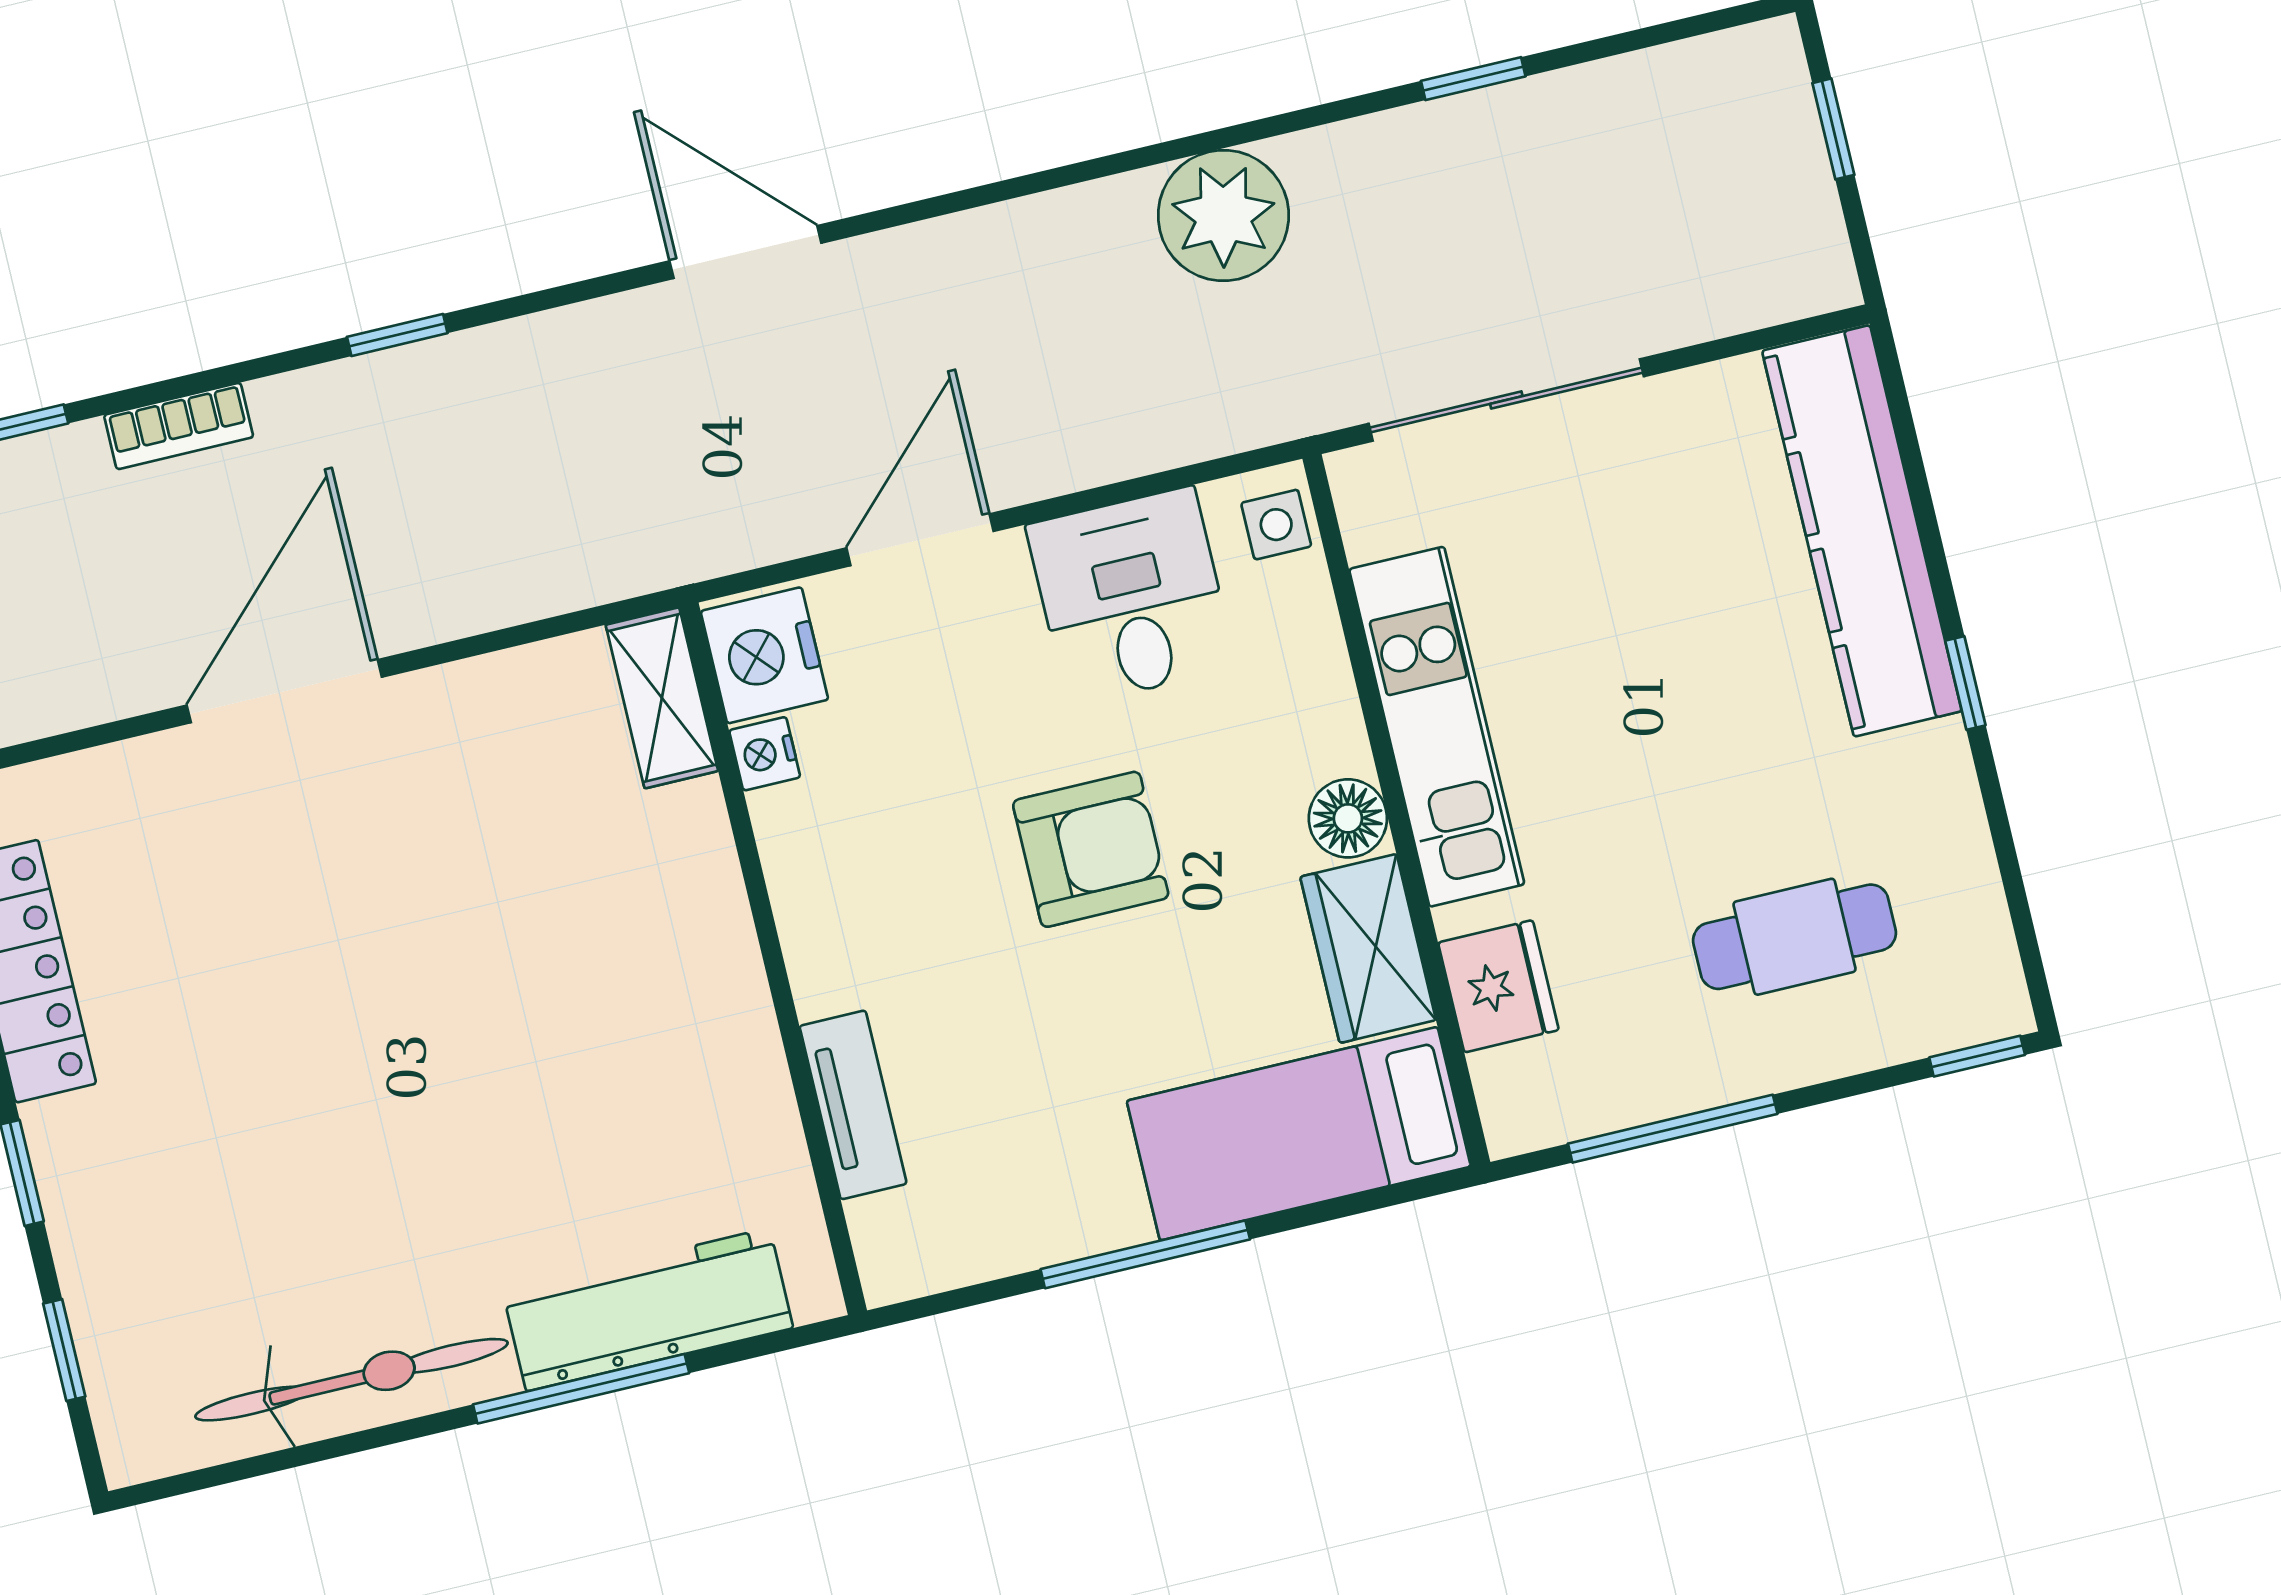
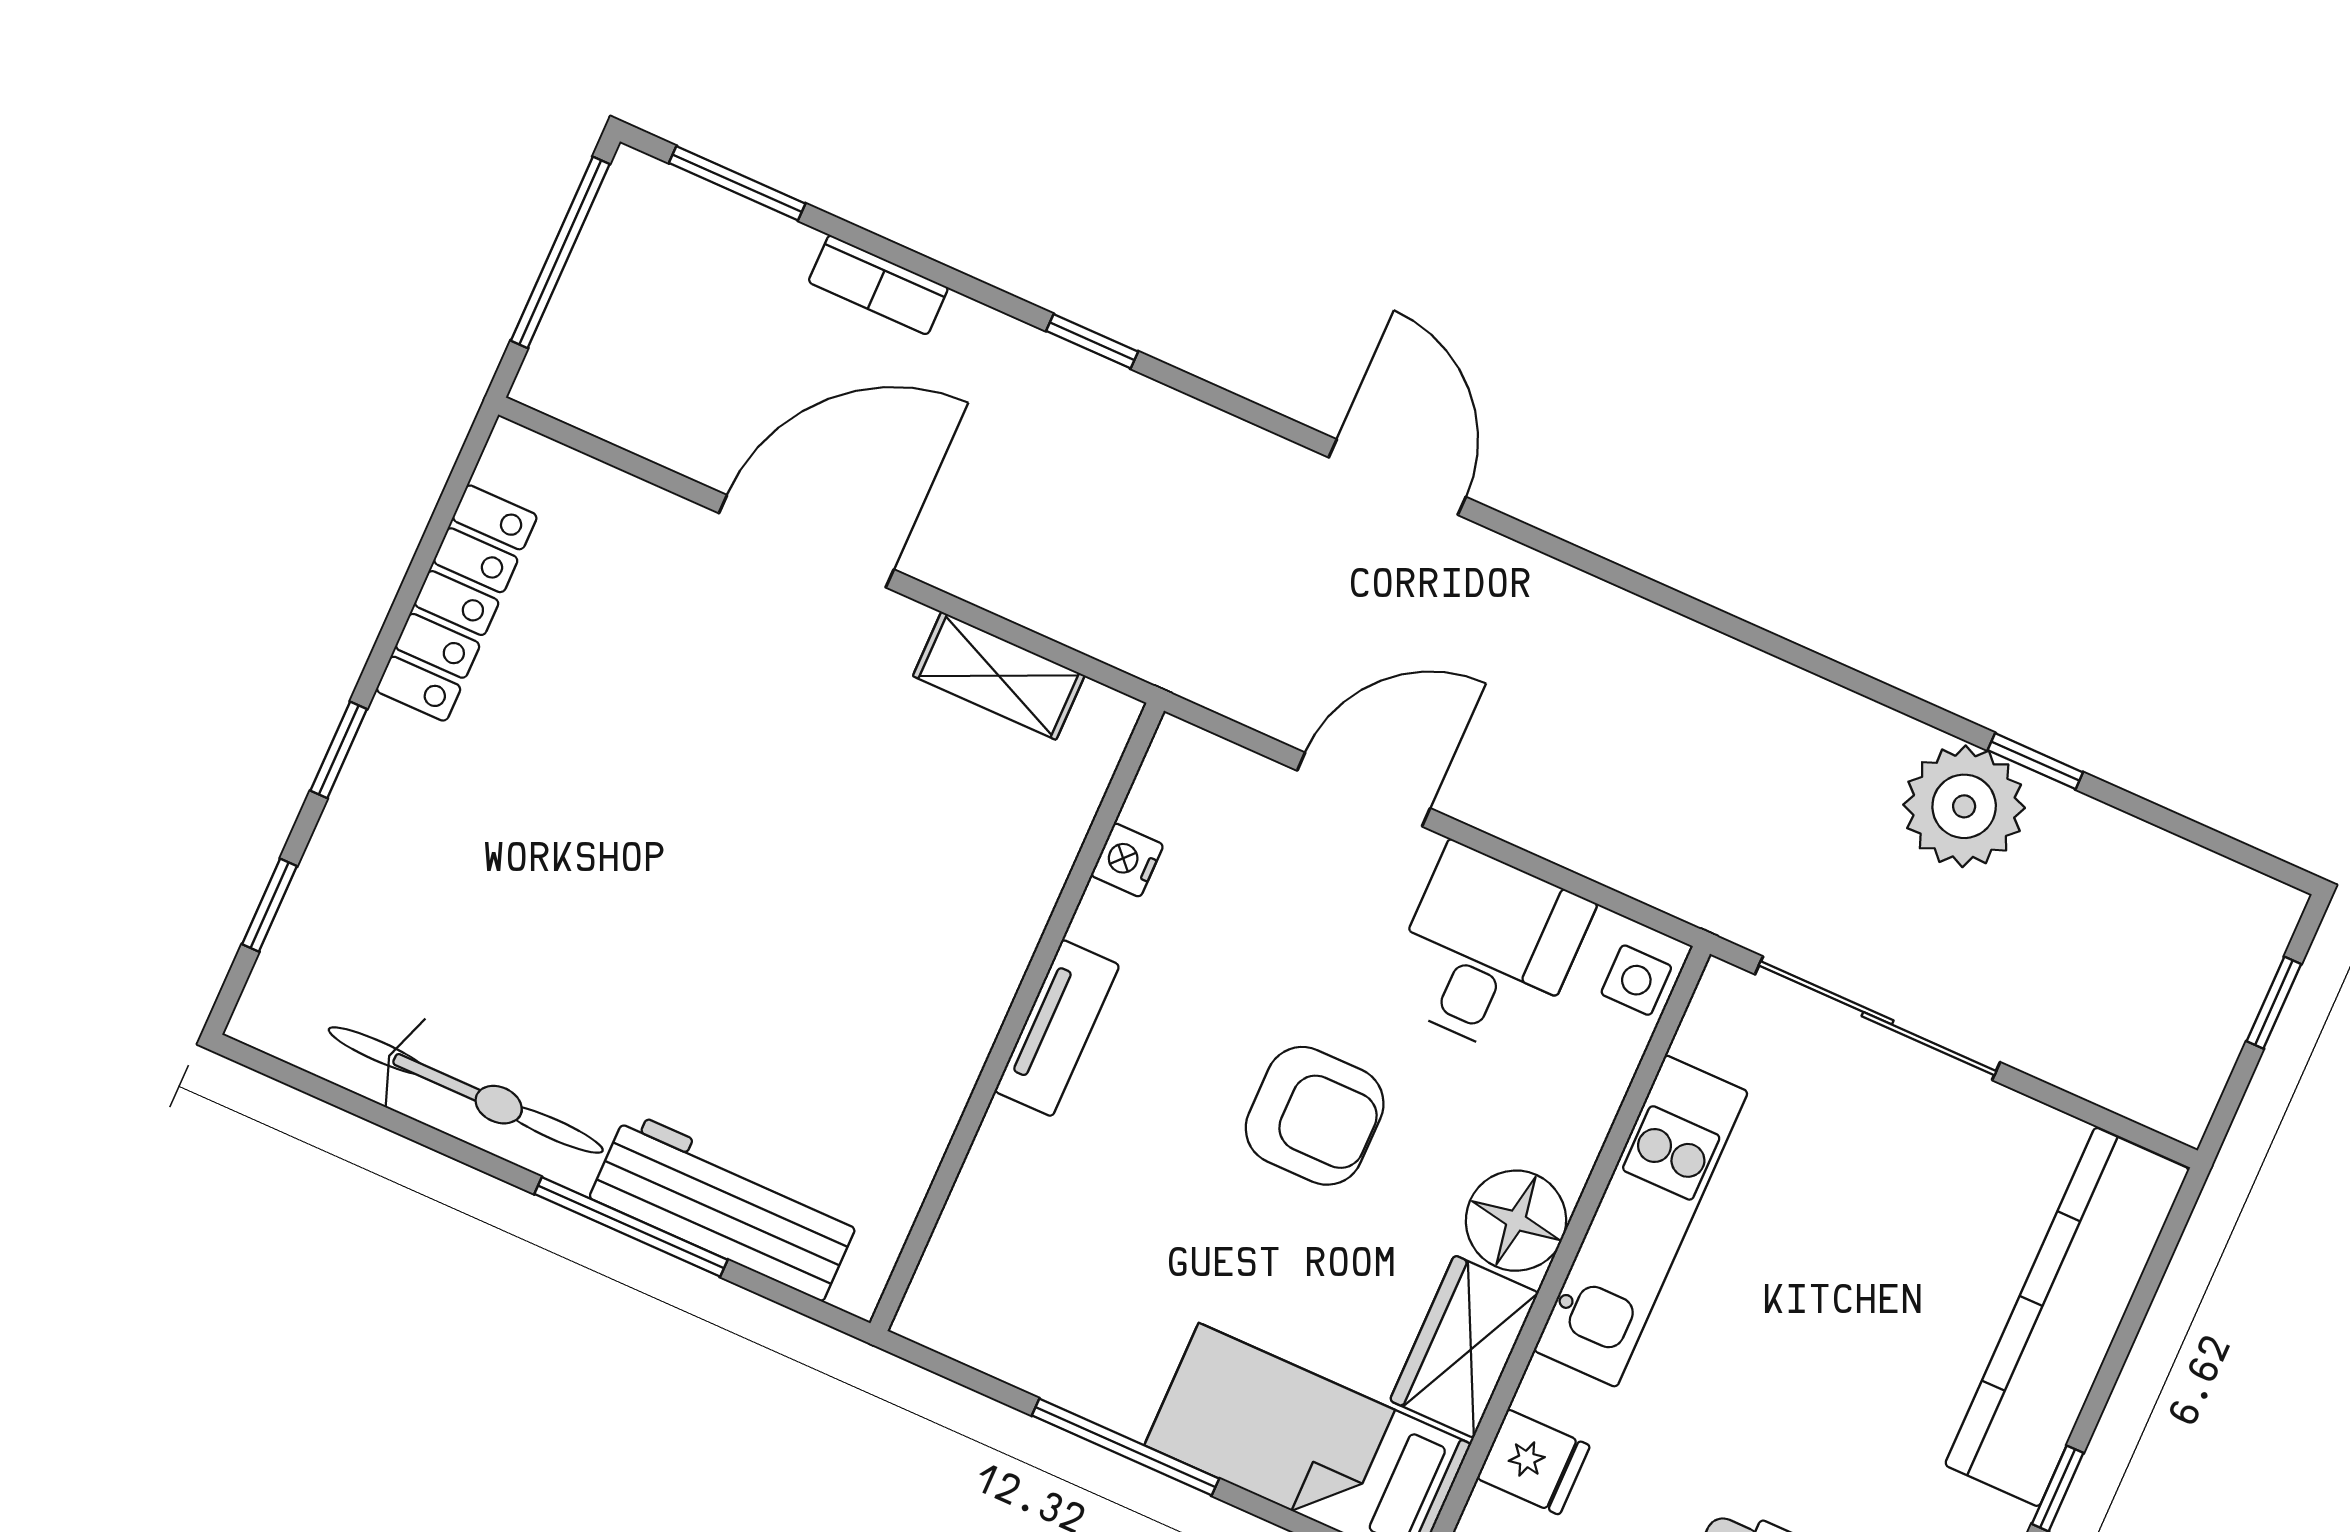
plant: (1223, 215) -> (1964, 806), moved
nightstand: (764, 655) -> (1183, 787), removed
shelving: (662, 698) -> (999, 676), moved, turned 90
floor lamp: (1348, 818) -> (1516, 1221), width x1.38, depth x1.38
fridge: (1498, 986) -> (1533, 1462), width x0.72
tv unit: (853, 1105) -> (1057, 1028), moved

